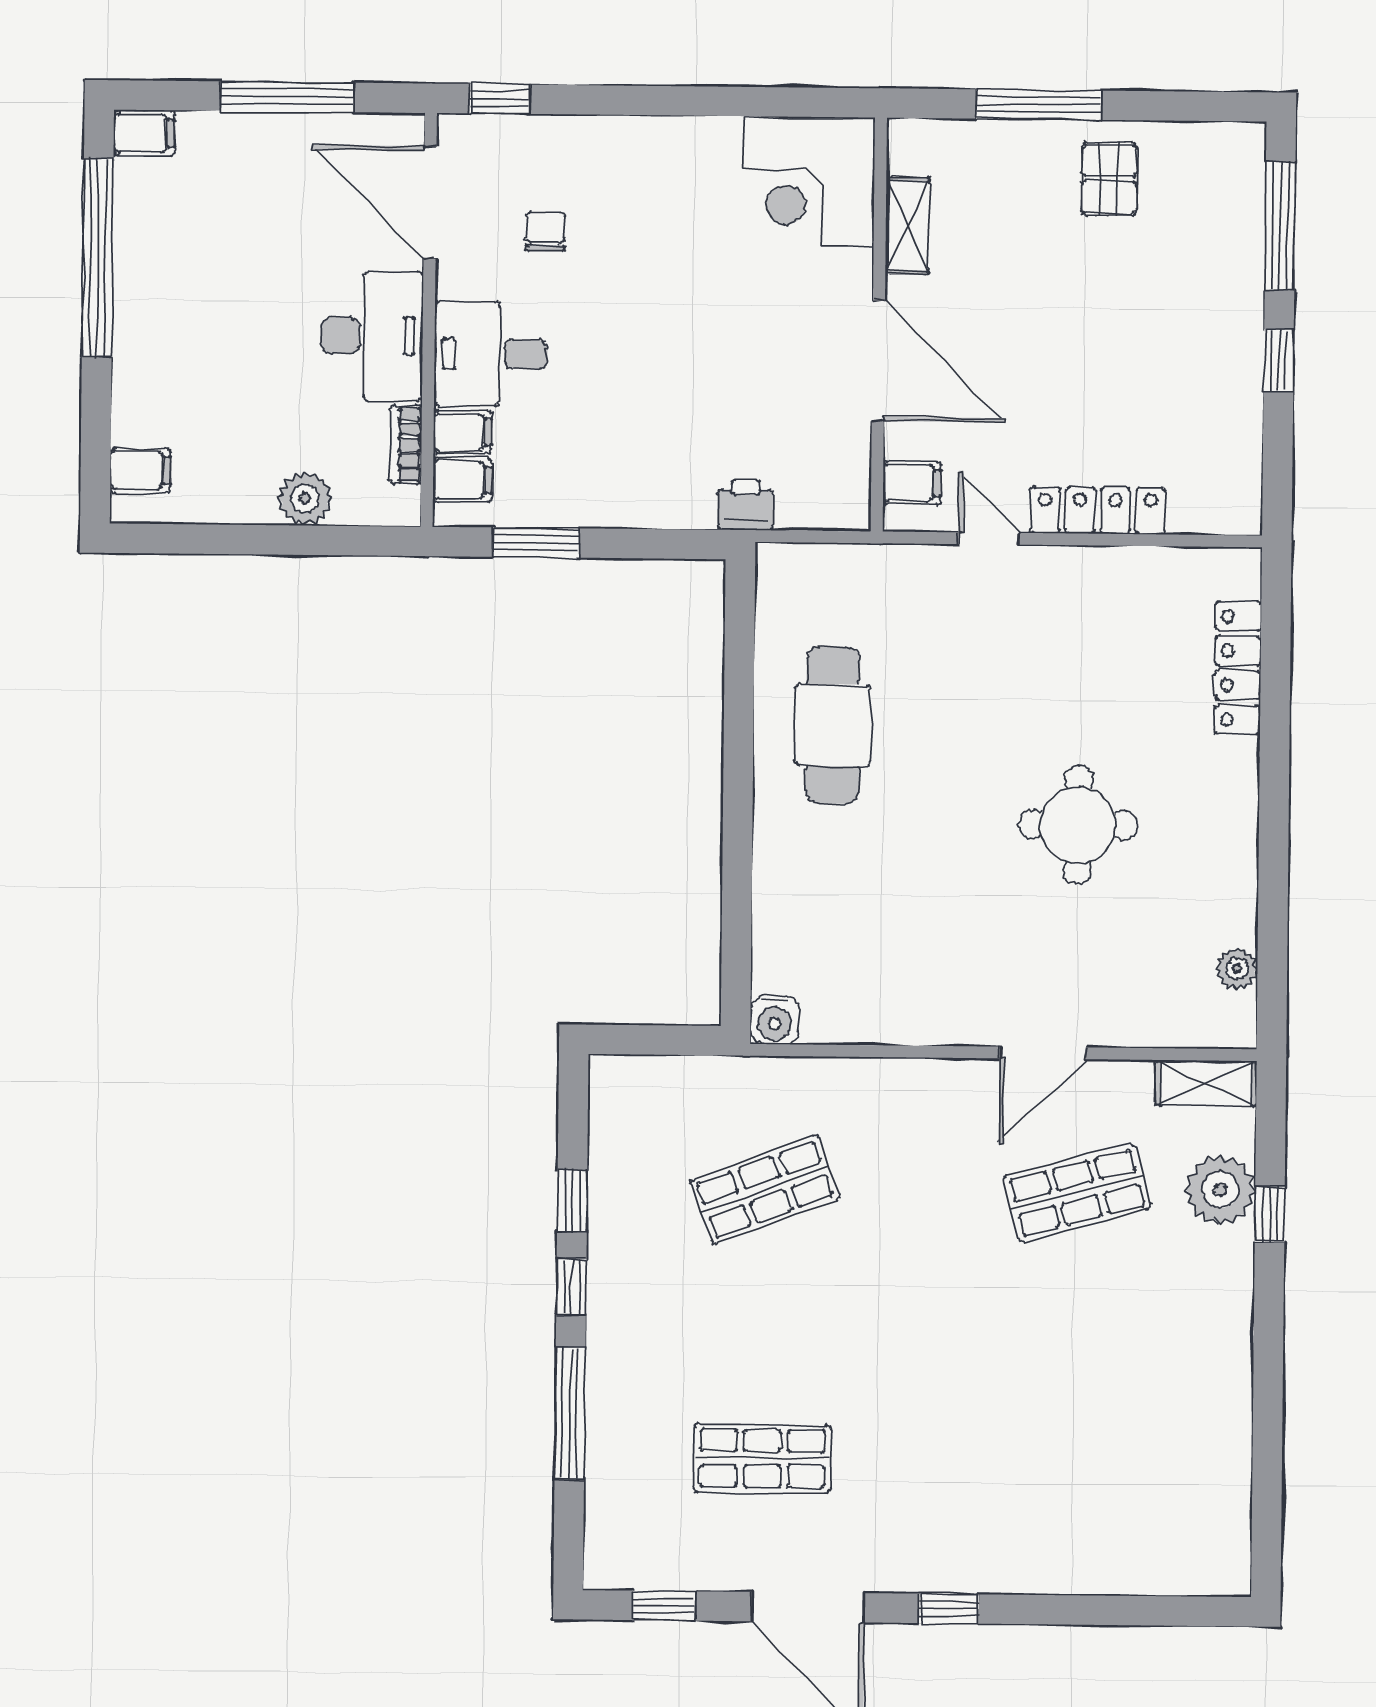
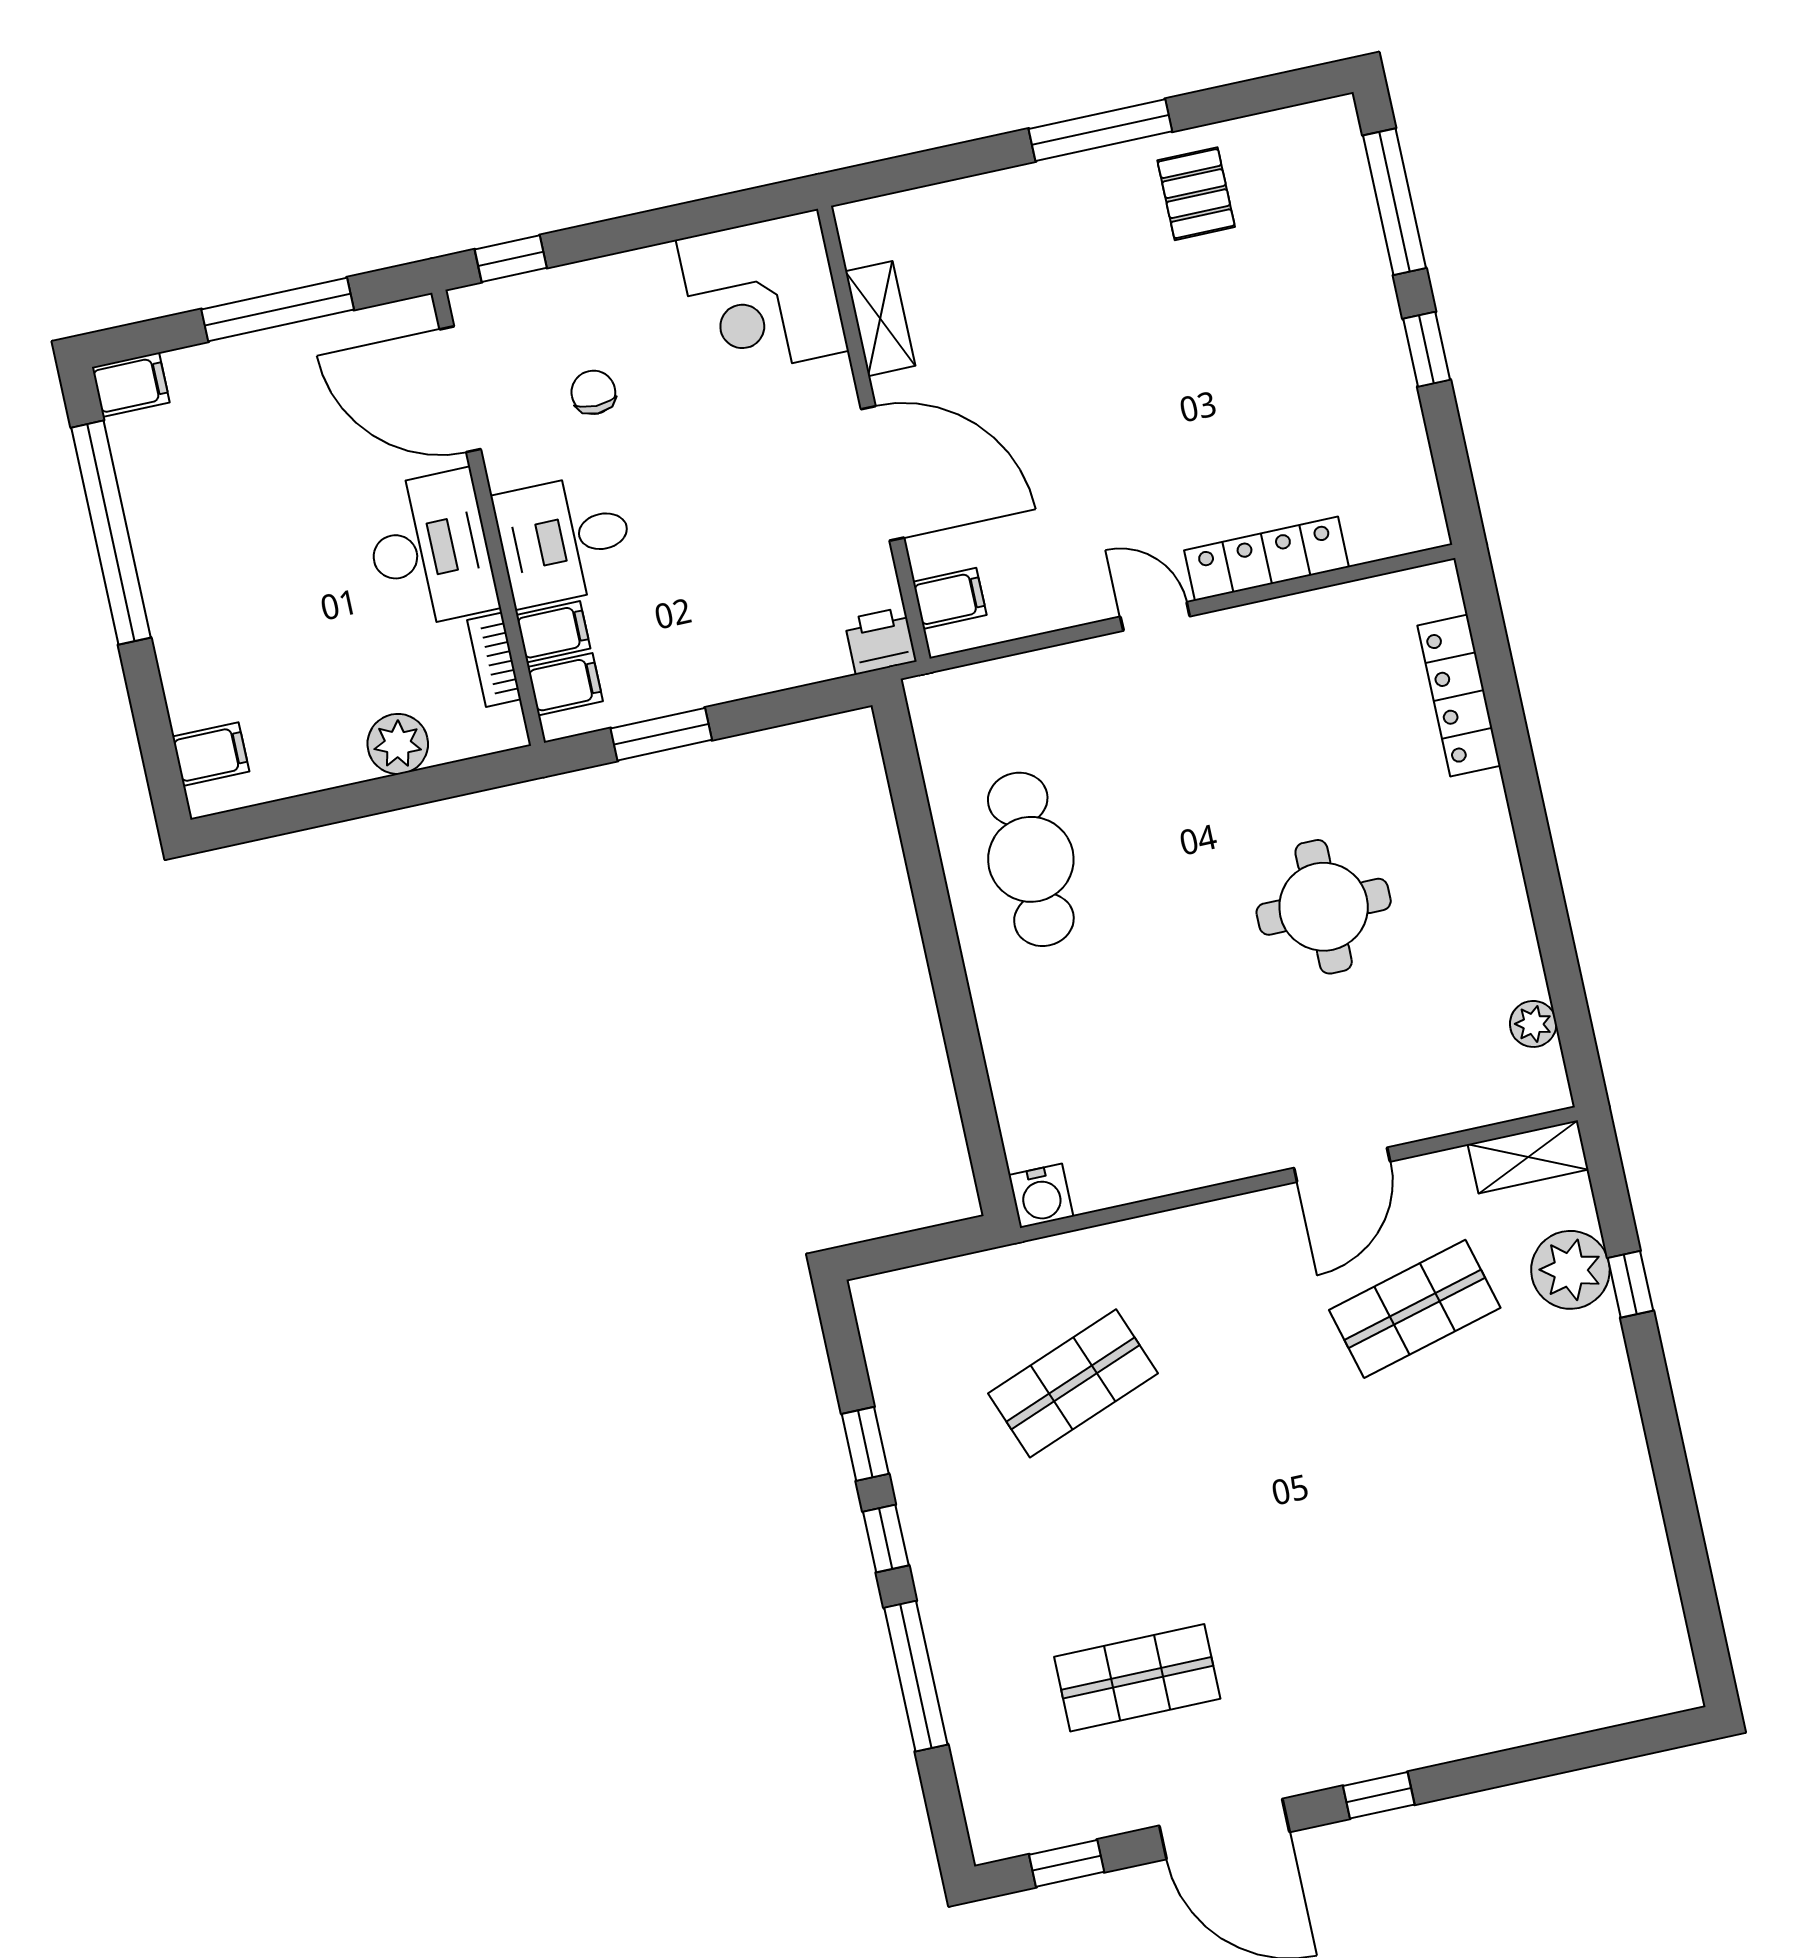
corner desk: (809, 182) -> (762, 295), moved
shelving: (907, 226) -> (880, 319), moved
wall: (879, 325) -> (874, 434), moved
door: (878, 361) -> (882, 473), moved
filing cabinet: (912, 483) -> (950, 598), moved

